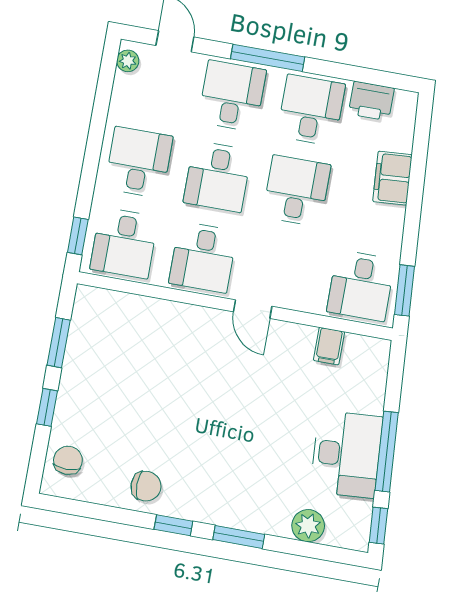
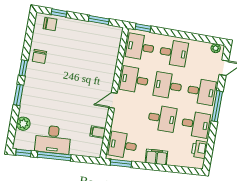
filing cabinet: (392, 178) -> (156, 157), moved
window: (47, 407) -> (59, 13), moved

